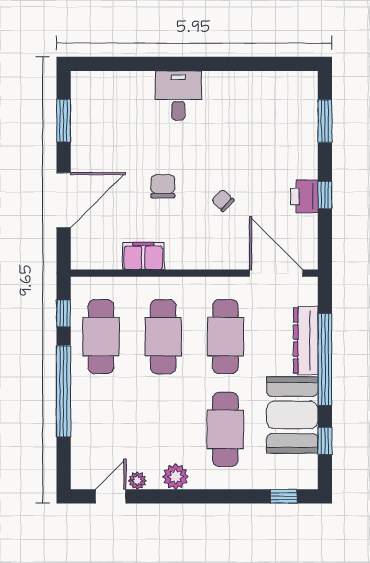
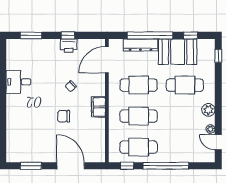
desk: (178, 95) -> (18, 82), moved
filing cabinet: (143, 256) -> (98, 107), moved

